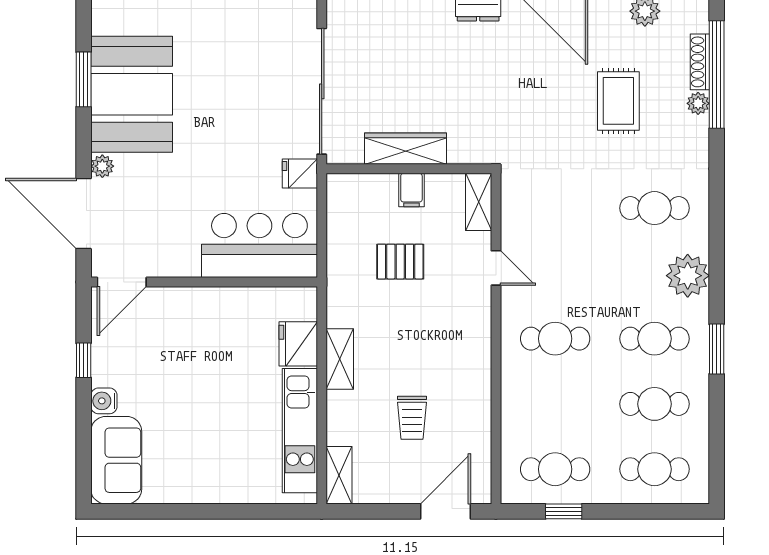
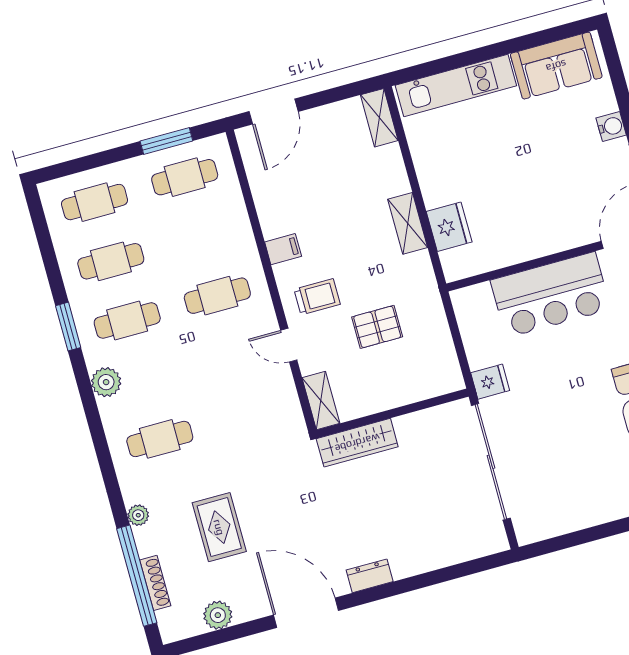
plant: (698, 103) -> (138, 515), moved
wardrobe: (405, 149) -> (357, 443), moved
filing cabinet: (411, 190) -> (283, 249), moved, turned 90
bar counter: (259, 245) -> (551, 295), moved
plant: (688, 276) -> (106, 382), width x0.73, depth x0.73
trolley: (412, 418) -> (317, 297), moved, turned 90
kitchen unit: (300, 431) -> (456, 86), moved, turned 90
sofa: (116, 460) -> (556, 66), moved, turned -90
window: (564, 511) -> (166, 141), width x1.50

